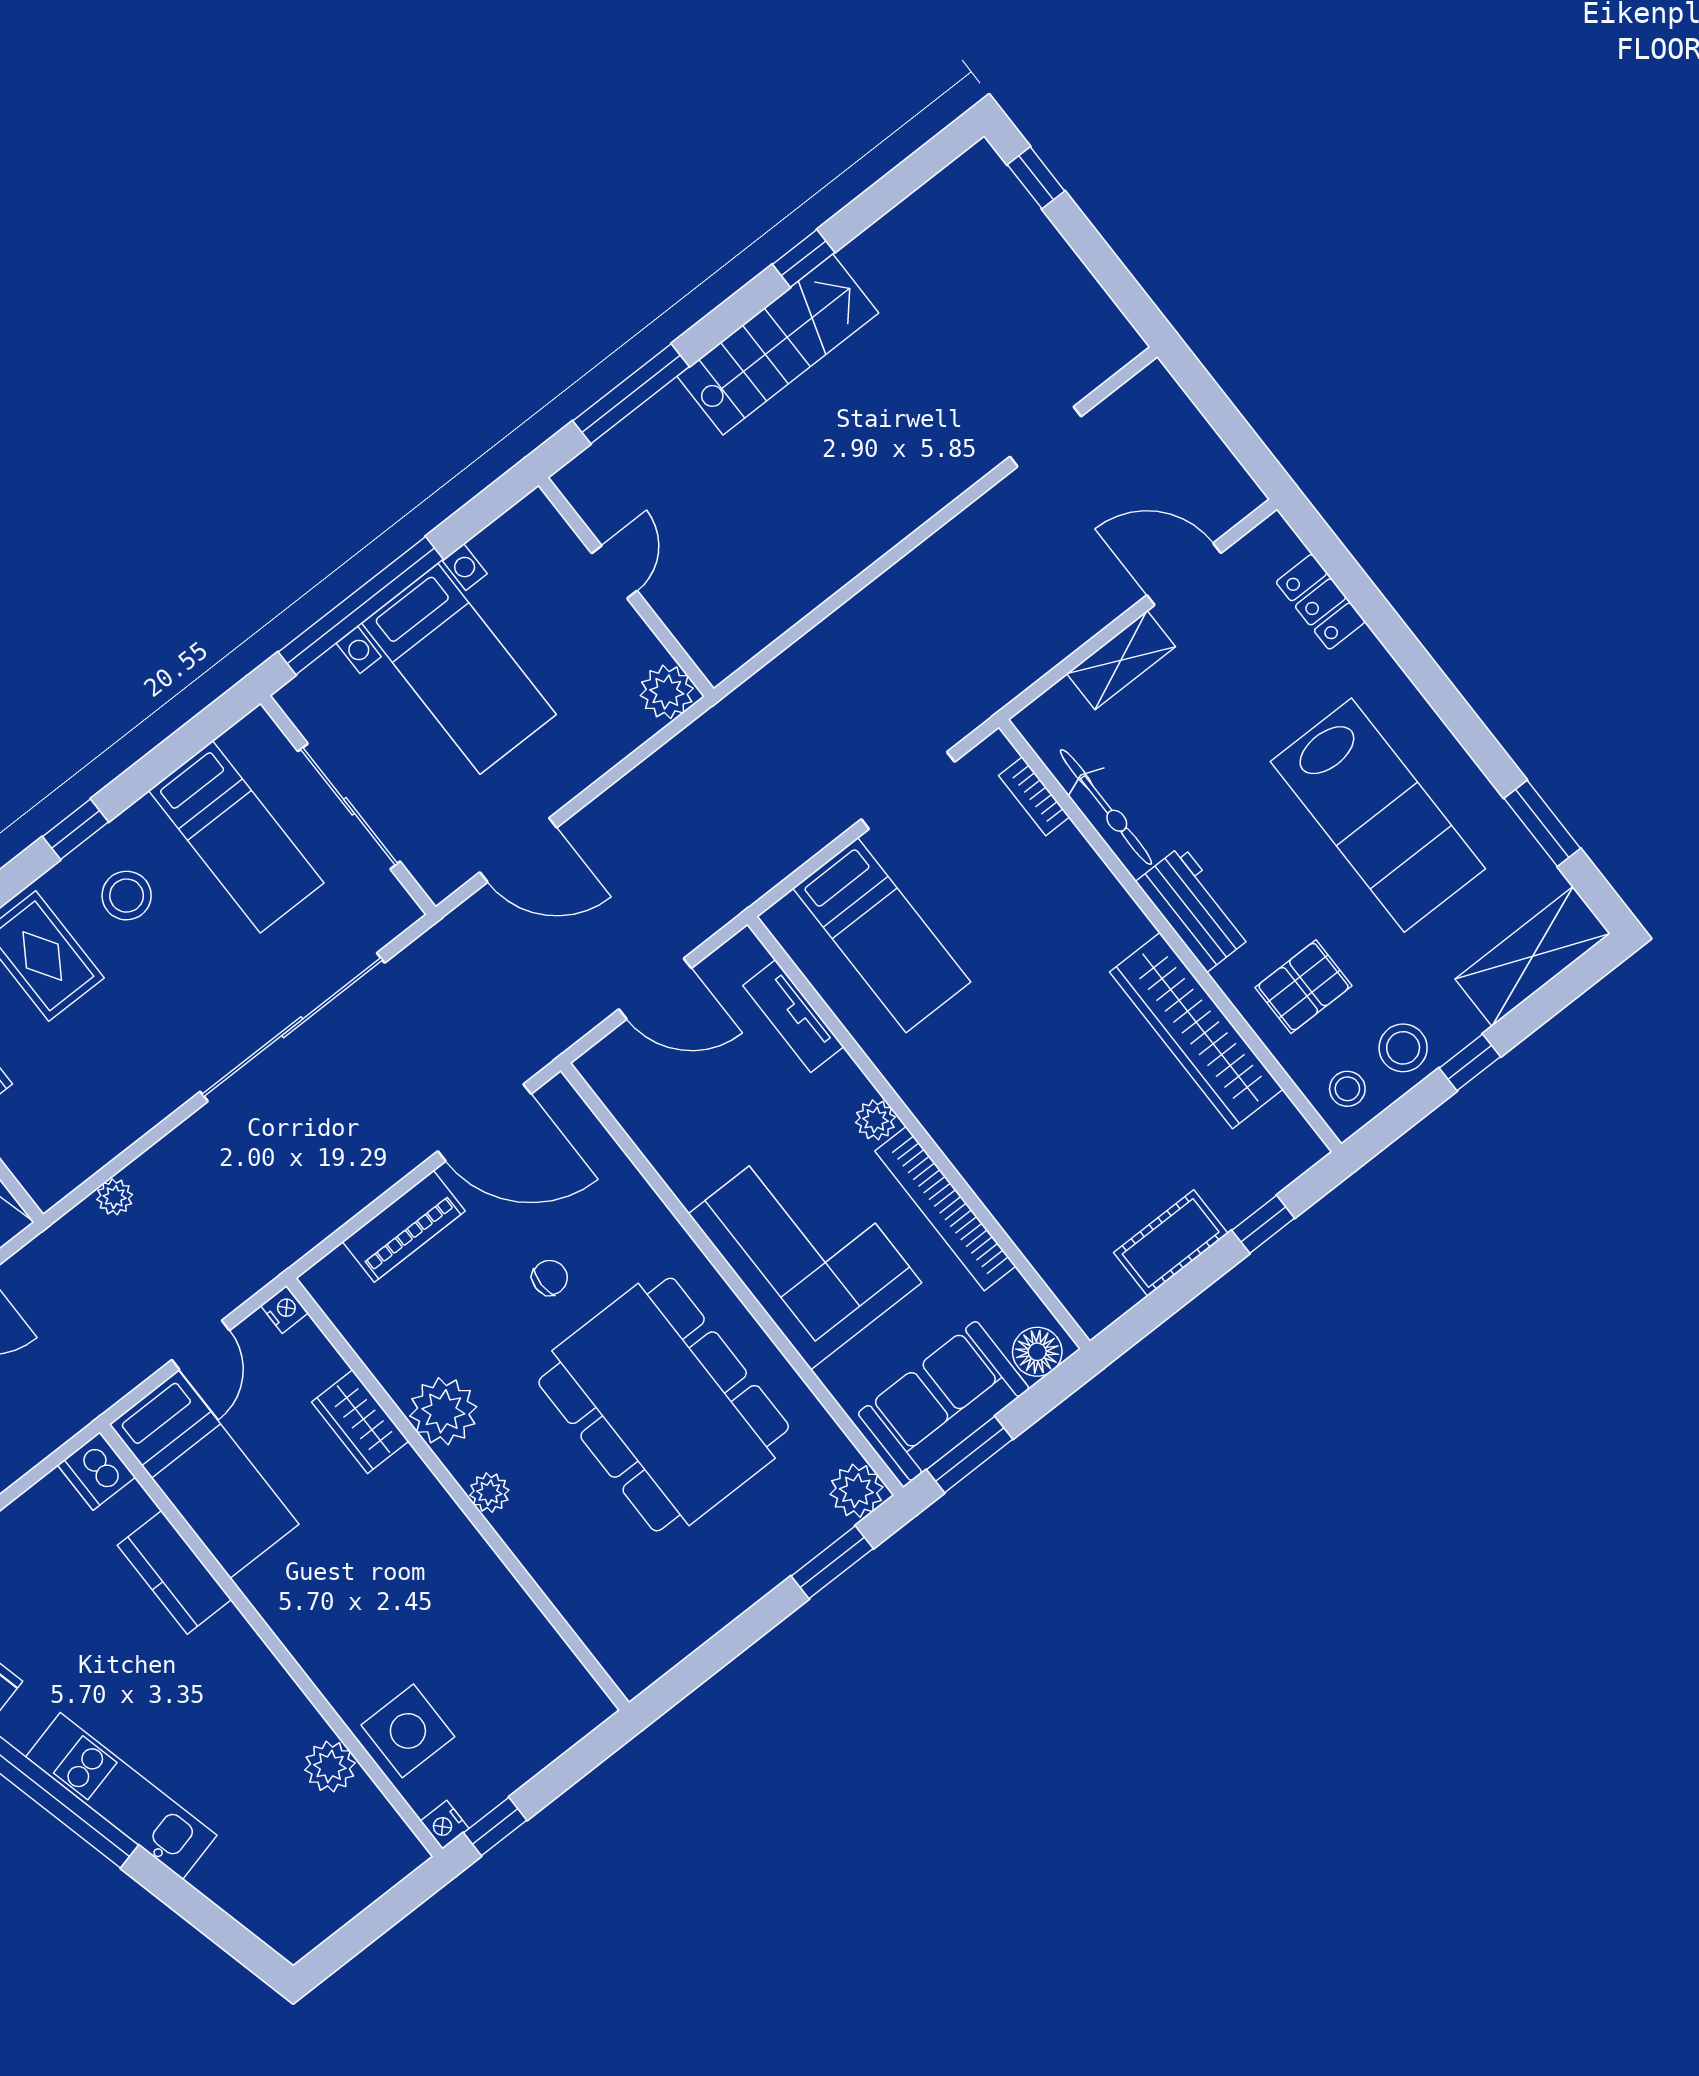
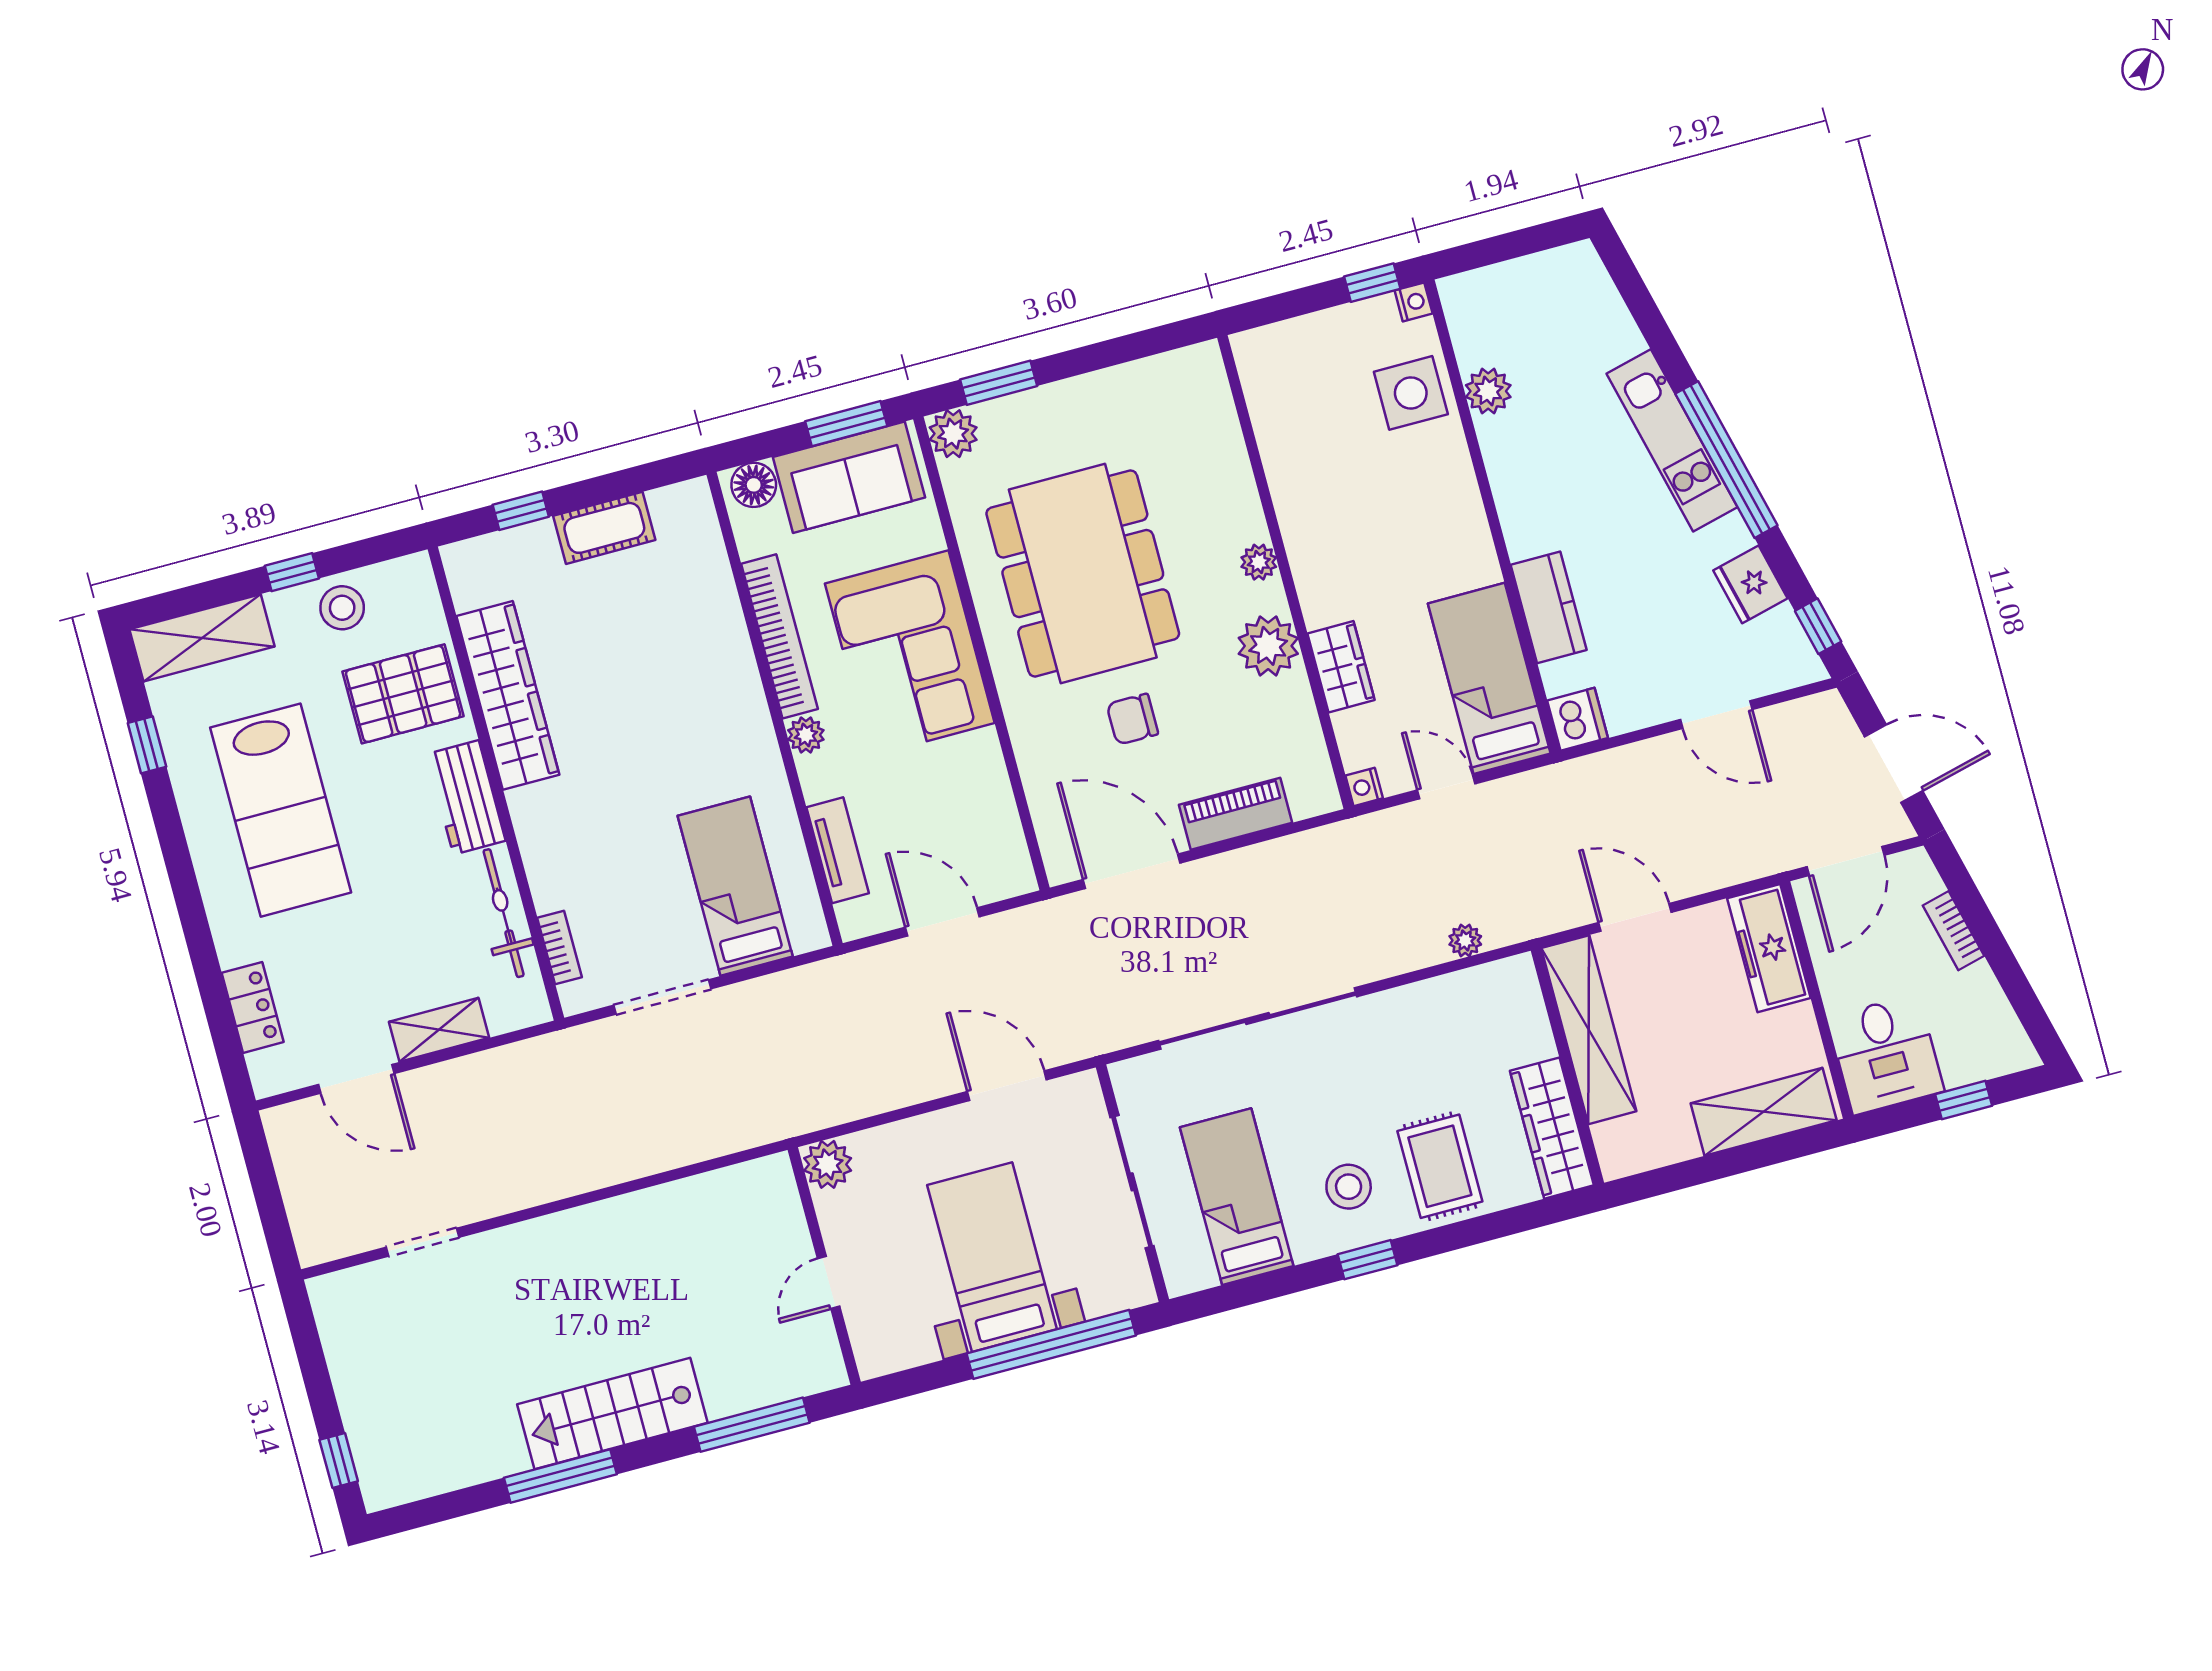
window: (804, 258) -> (560, 1476), width x2.17
lab bench: (1378, 815) -> (281, 810), turned 180
window: (1542, 823) -> (147, 745), width x0.67
pallet: (1304, 987) -> (403, 694), width x1.50, depth x1.42
stool: (1347, 1089) -> (403, 594), removed
chair: (550, 1278) -> (1132, 719), width x1.37, depth x1.37
door: (201, 1345) -> (1446, 787), hinge flipped

